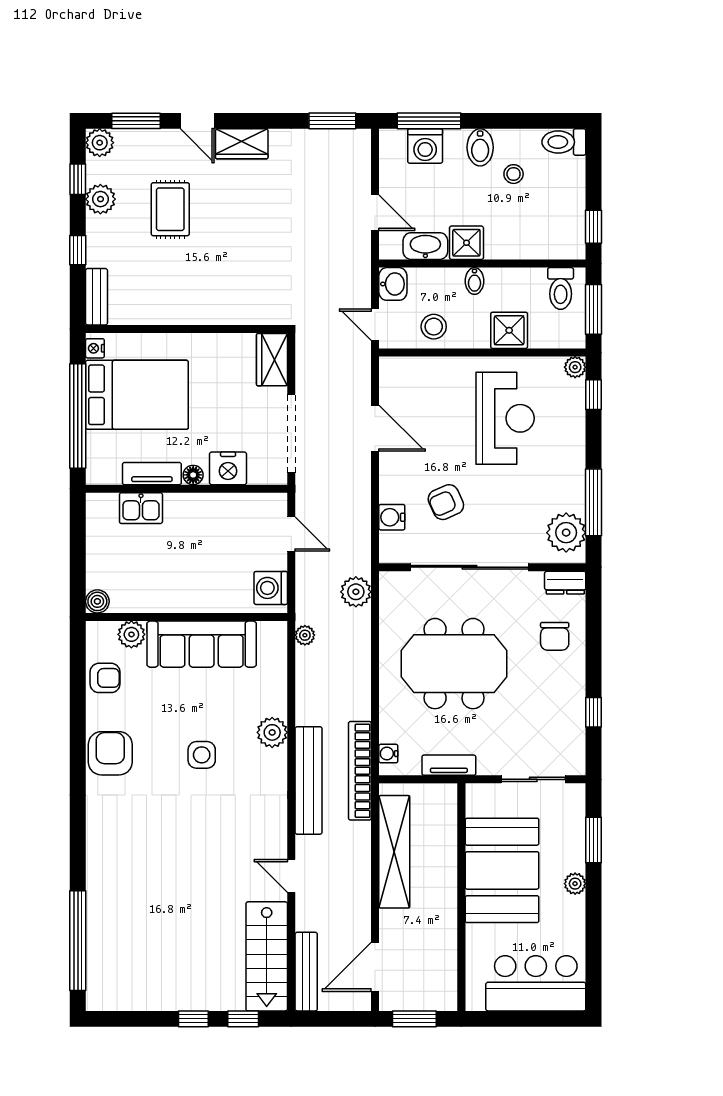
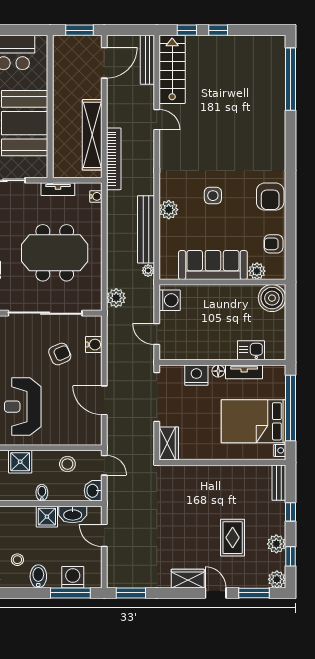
boiler: (97, 601) -> (272, 298), width x1.86, depth x1.86
bookcase: (360, 771) -> (114, 159), moved
bench: (309, 780) -> (146, 229), moved

